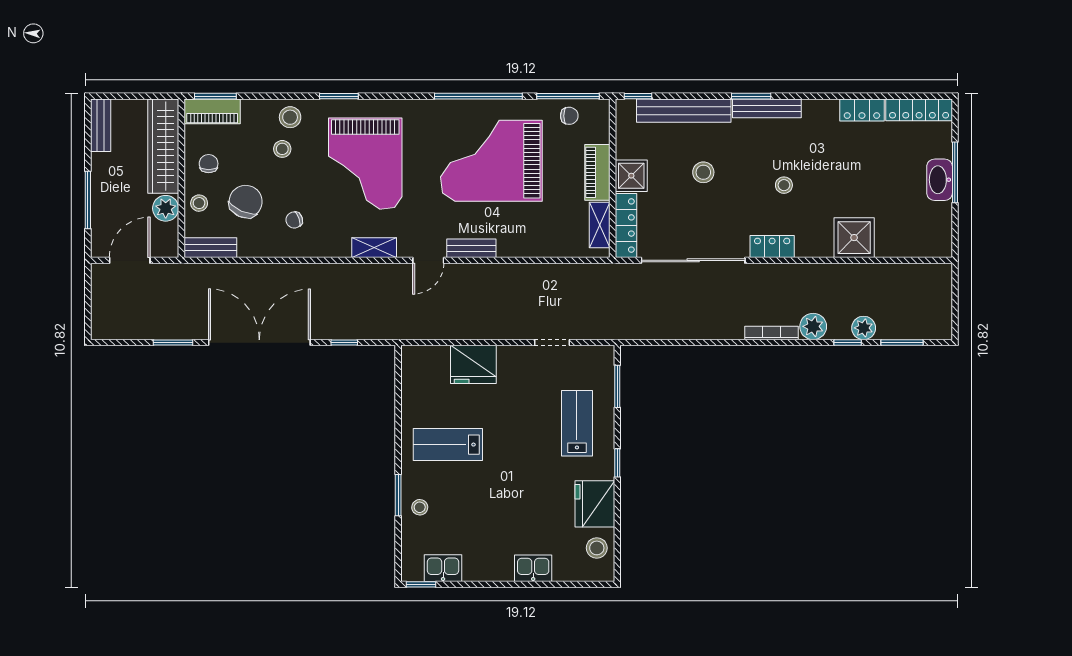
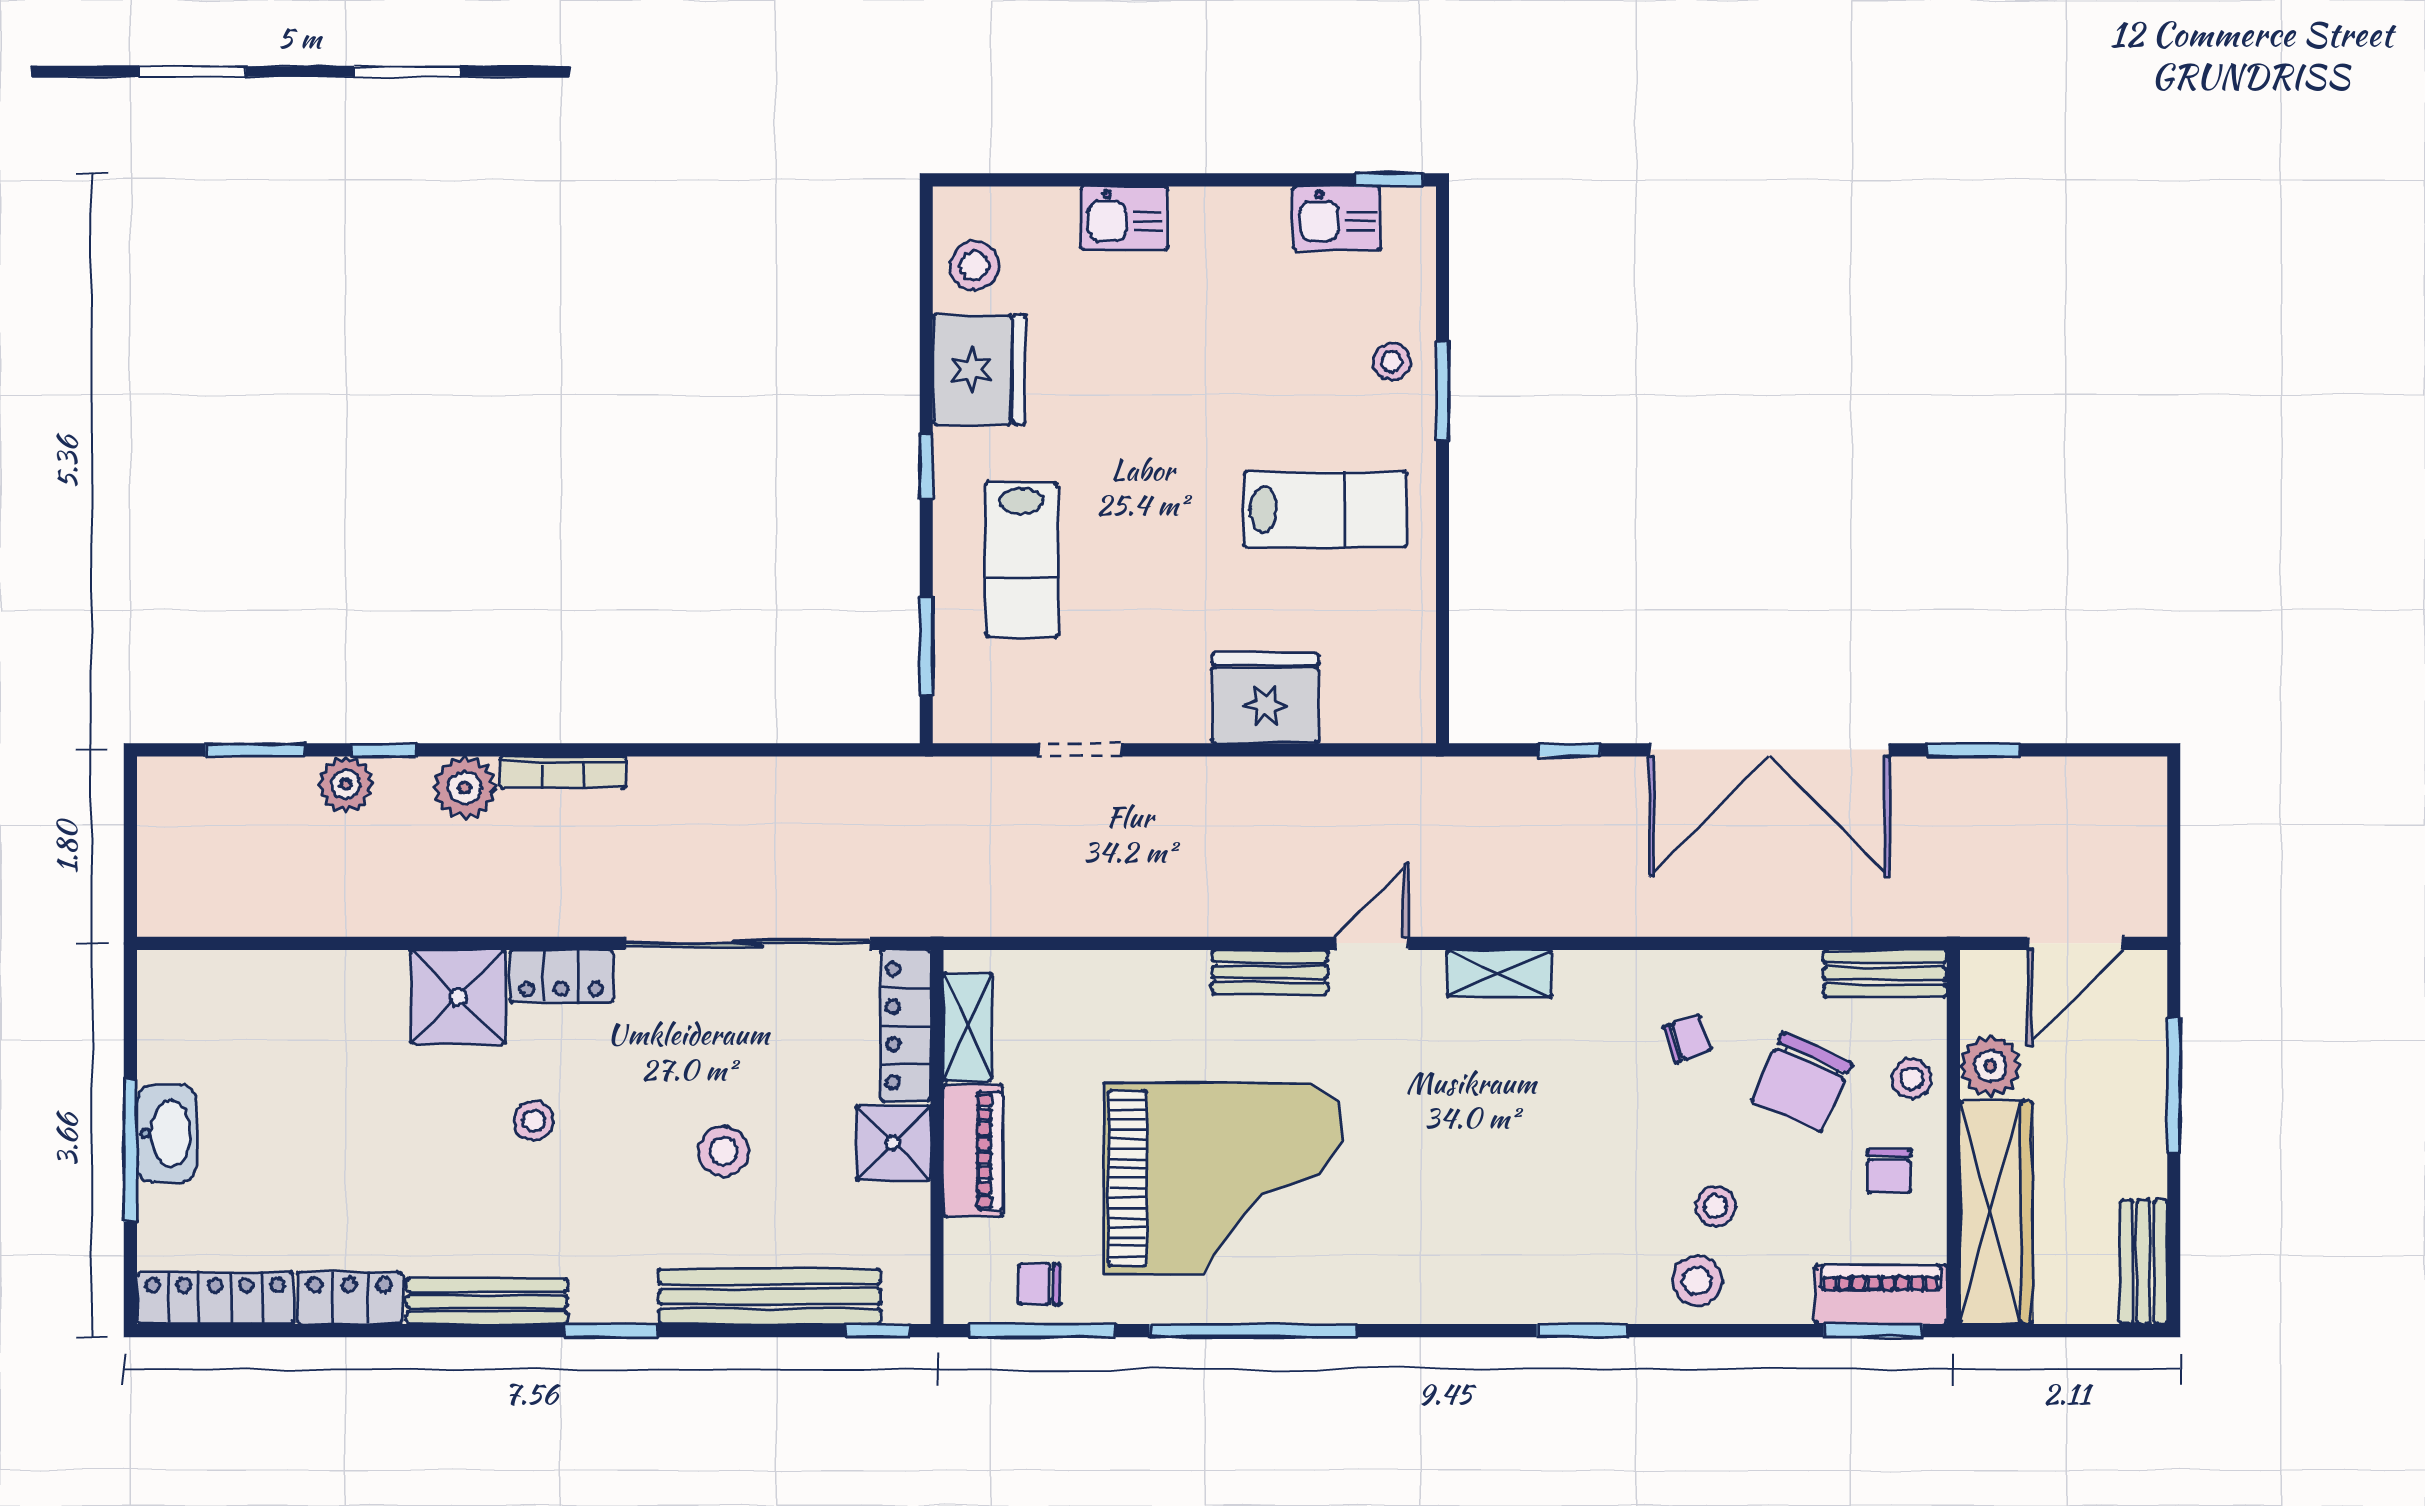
bench: (767, 108) -> (487, 1302), moved
grand piano: (365, 164) -> (1520, 1171), removed
shower: (854, 238) -> (458, 997), moved

